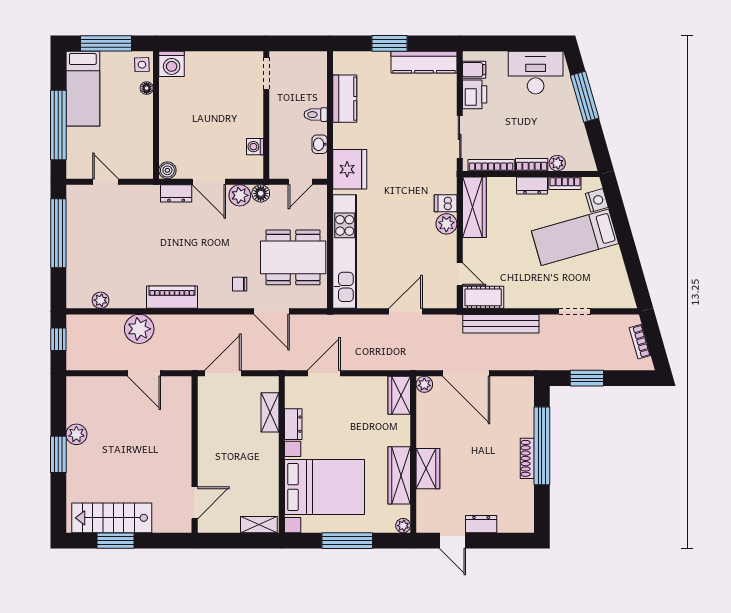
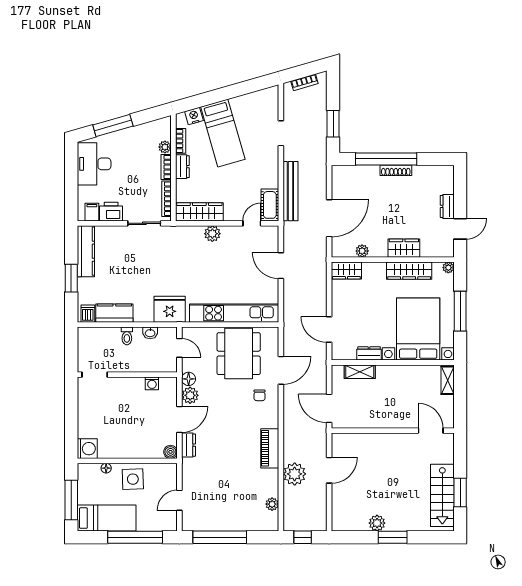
side table: (142, 65) -> (133, 479), moved, width x1.87, depth x1.87
dishwasher: (446, 203) -> (88, 314), moved, turned 180
plant: (424, 384) -> (362, 251), moved

